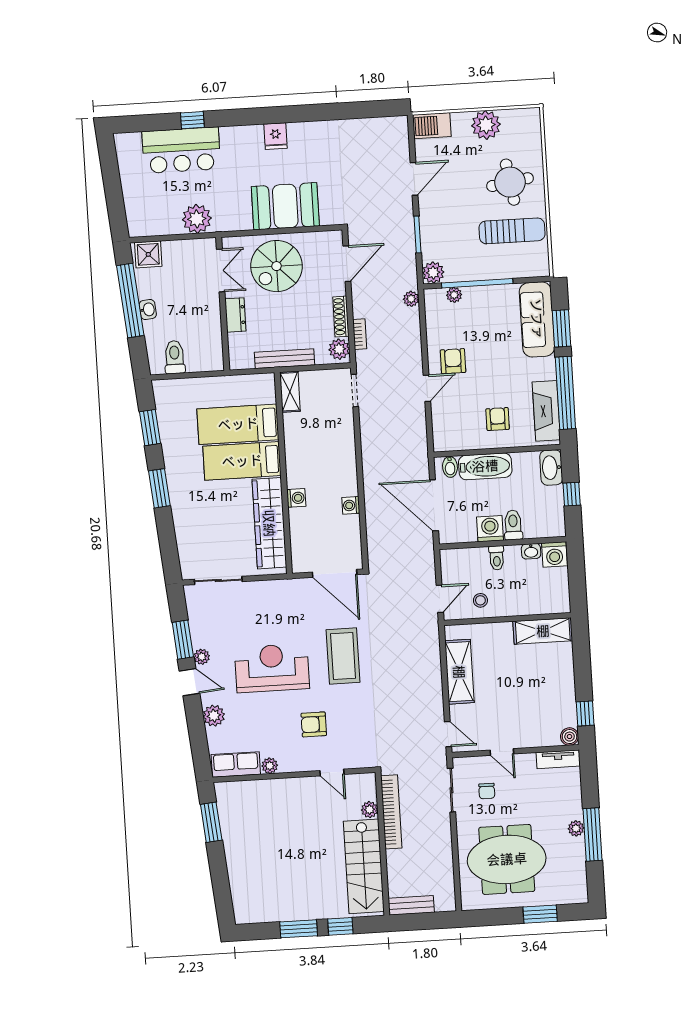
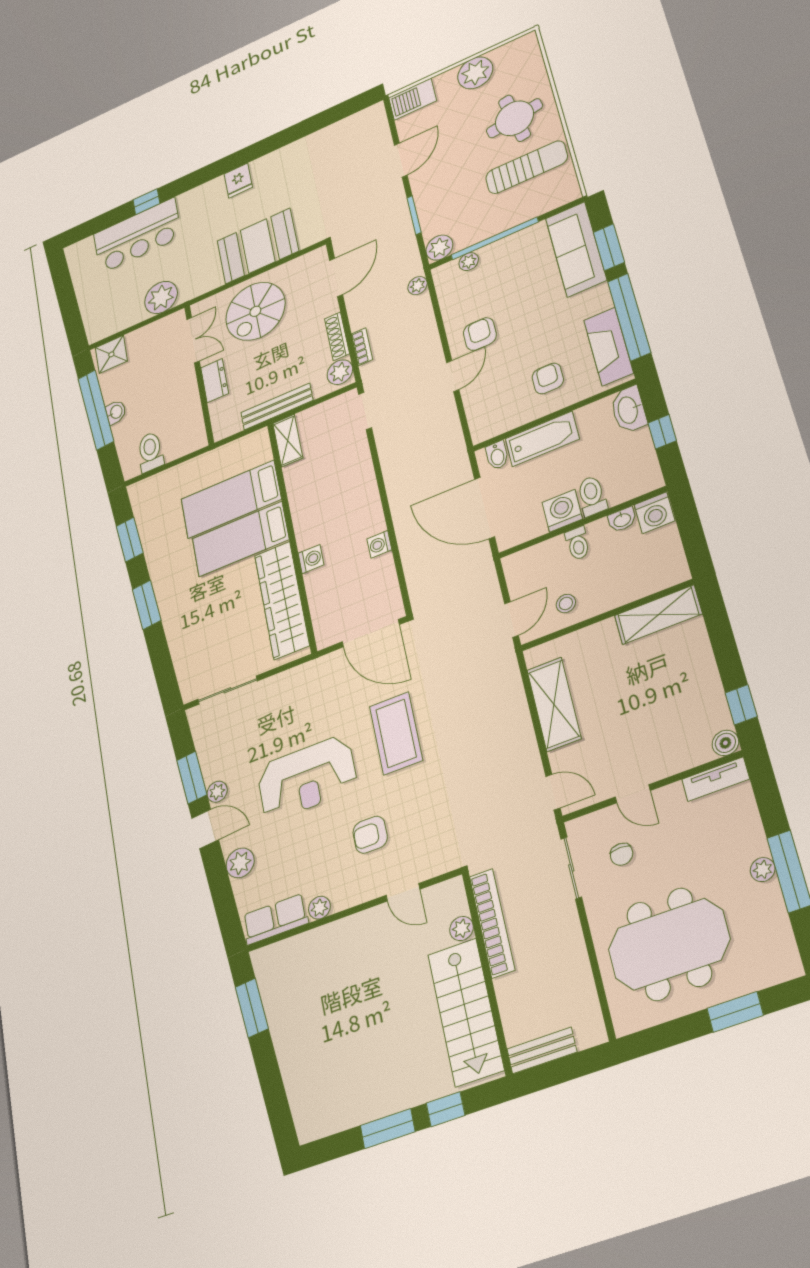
reception desk: (272, 668) -> (307, 778), turned 180

